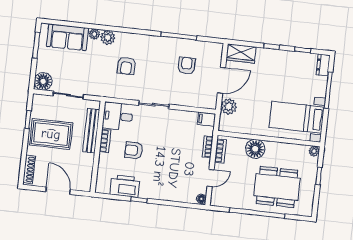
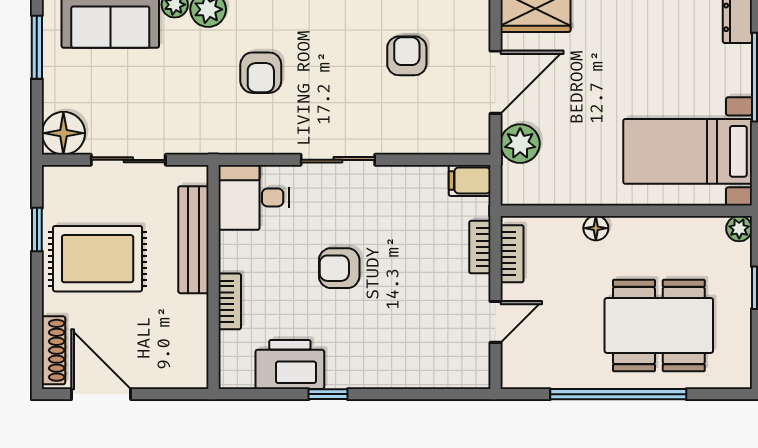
bookcase: (105, 141) -> (230, 301), moved
floor lamp: (255, 149) -> (596, 228), width x0.53, depth x0.53
armchair: (134, 150) -> (339, 268), moved
door: (58, 191) -> (101, 394), moved
floor lamp: (201, 199) -> (479, 375), removed

